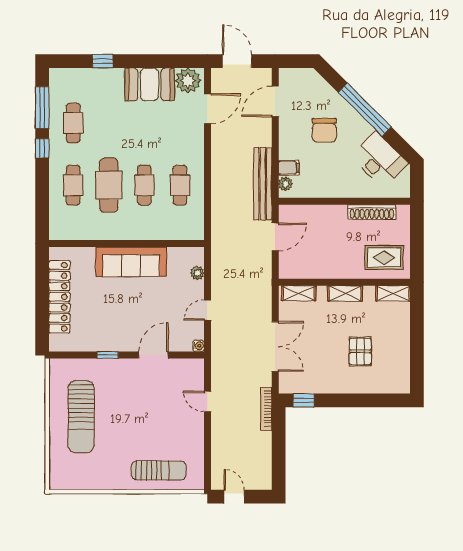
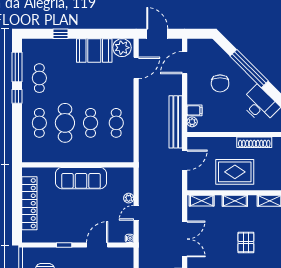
rug: (384, 258) -> (235, 172), moved, width x1.36, depth x1.43
plant: (197, 273) -> (129, 198), moved

